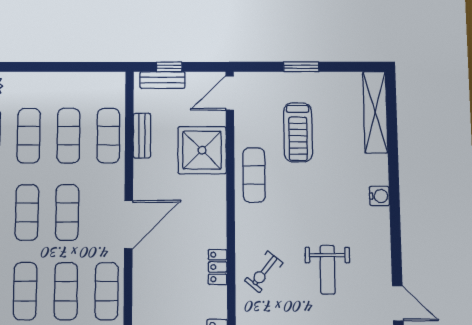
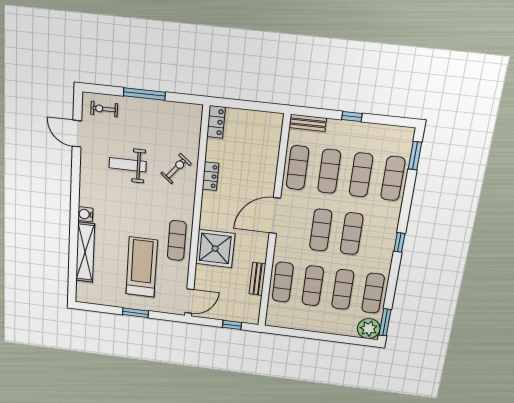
bench: (163, 80) -> (238, 316), removed
shelving: (375, 112) -> (85, 252), moved
treadmill: (298, 132) -> (142, 267), width x1.37, depth x1.38
shower: (202, 150) -> (215, 249), moved
weight bench: (328, 270) -> (128, 165), turned -90

